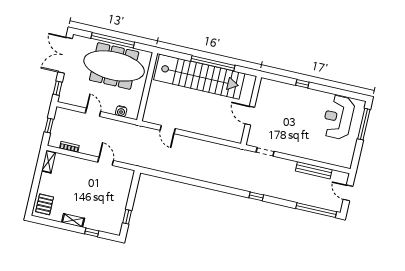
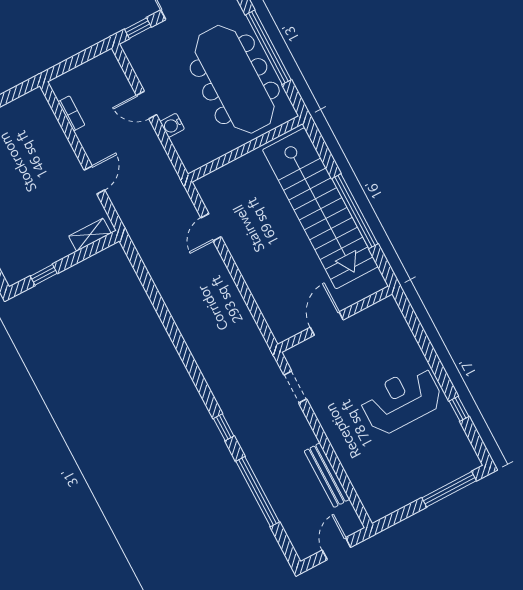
window: (302, 84) -> (459, 409), moved
water cooler: (121, 111) -> (172, 125), moved
door: (93, 112) -> (147, 105), swing flipped
reception desk: (338, 117) -> (401, 400), moved
window: (49, 125) -> (77, 60), removed
shelving: (49, 162) -> (90, 235), moved
window: (316, 210) -> (258, 492), moved

